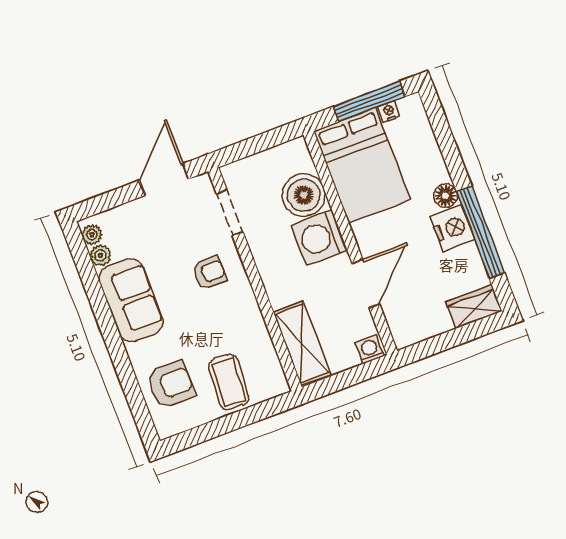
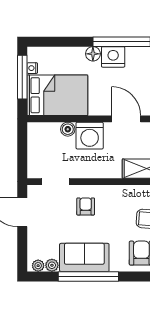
boiler: (304, 195) -> (68, 129), width x0.54, depth x0.54
window: (104, 317) -> (88, 277), added

